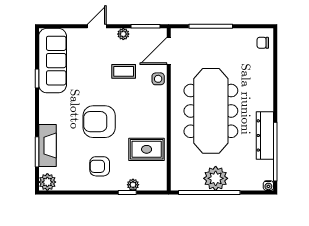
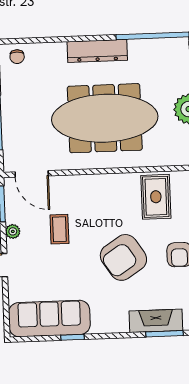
side table: (158, 79) -> (67, 186), removed
armchair: (99, 122) -> (123, 257), turned 57
dresser: (265, 135) -> (97, 51), moved

